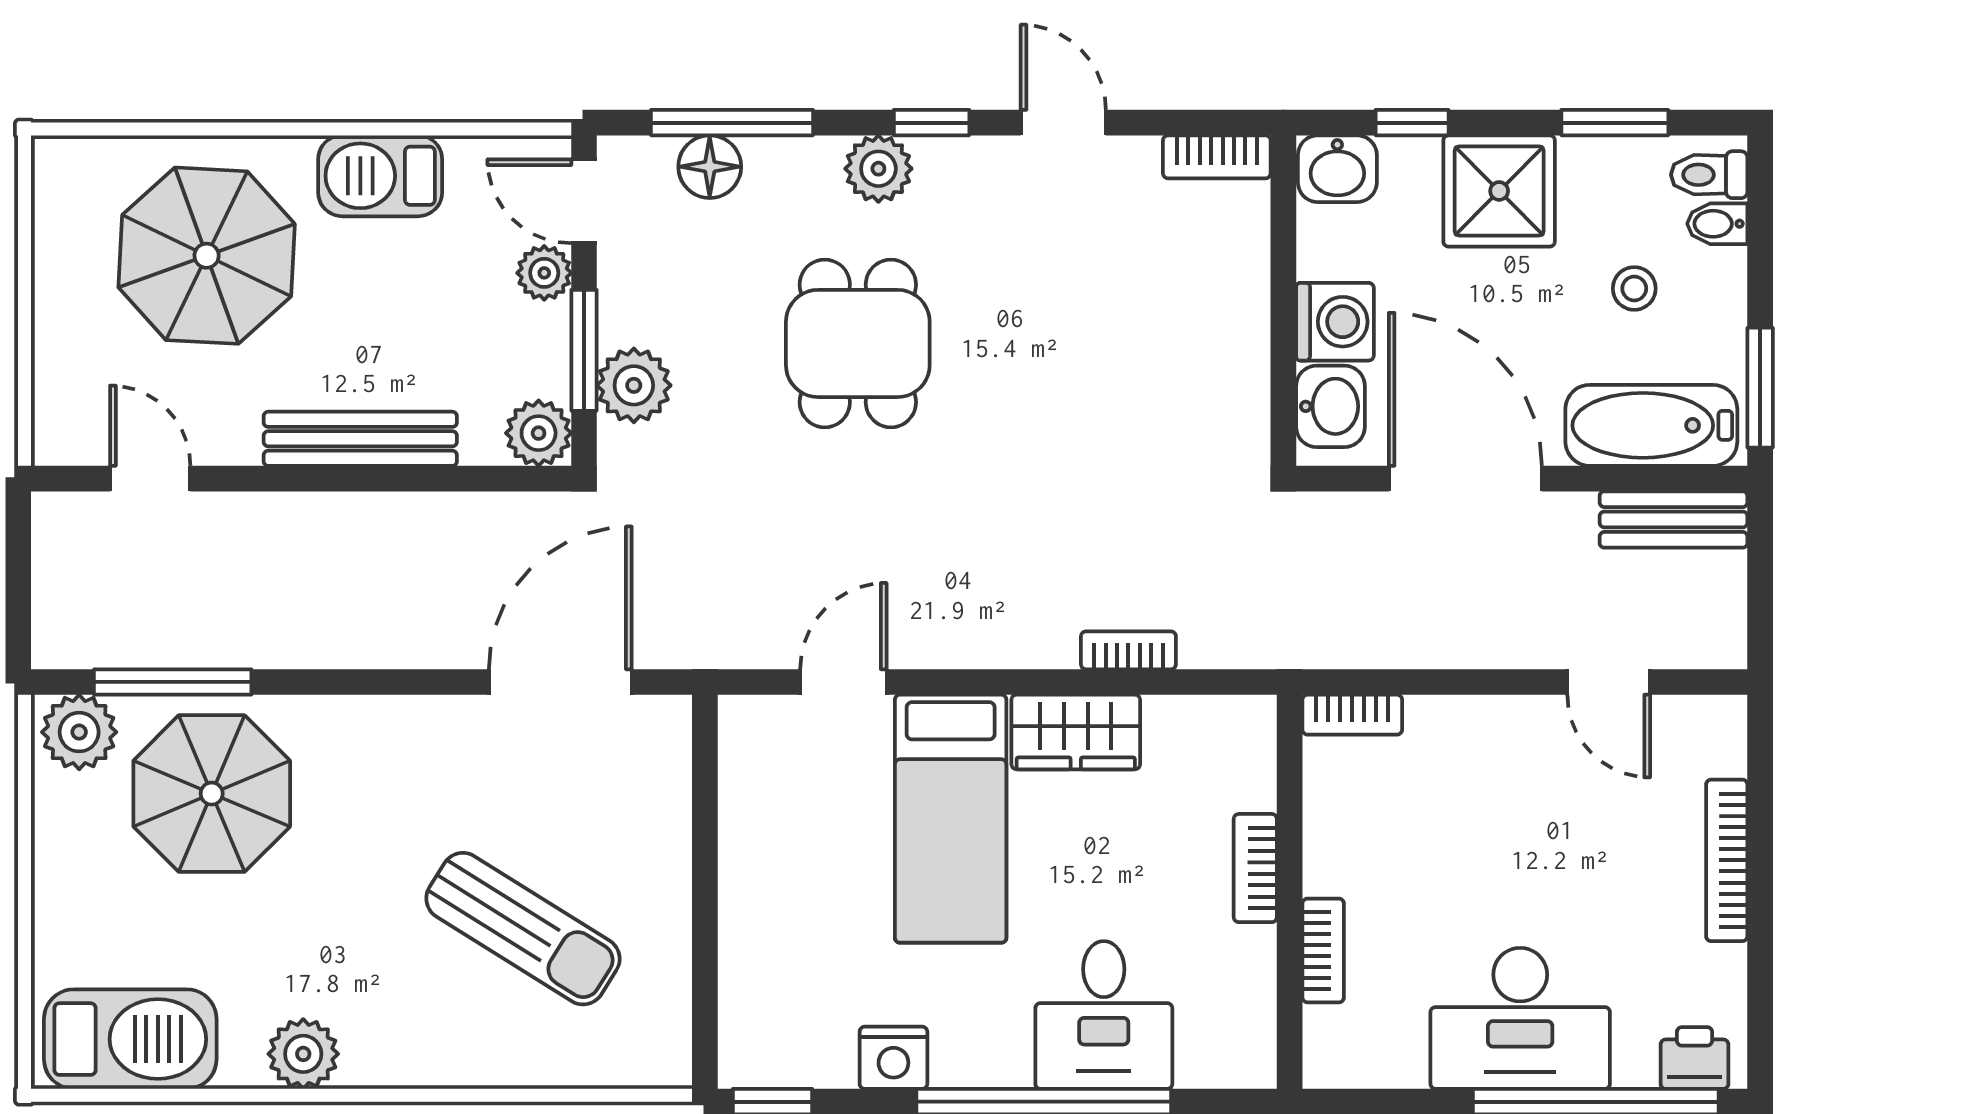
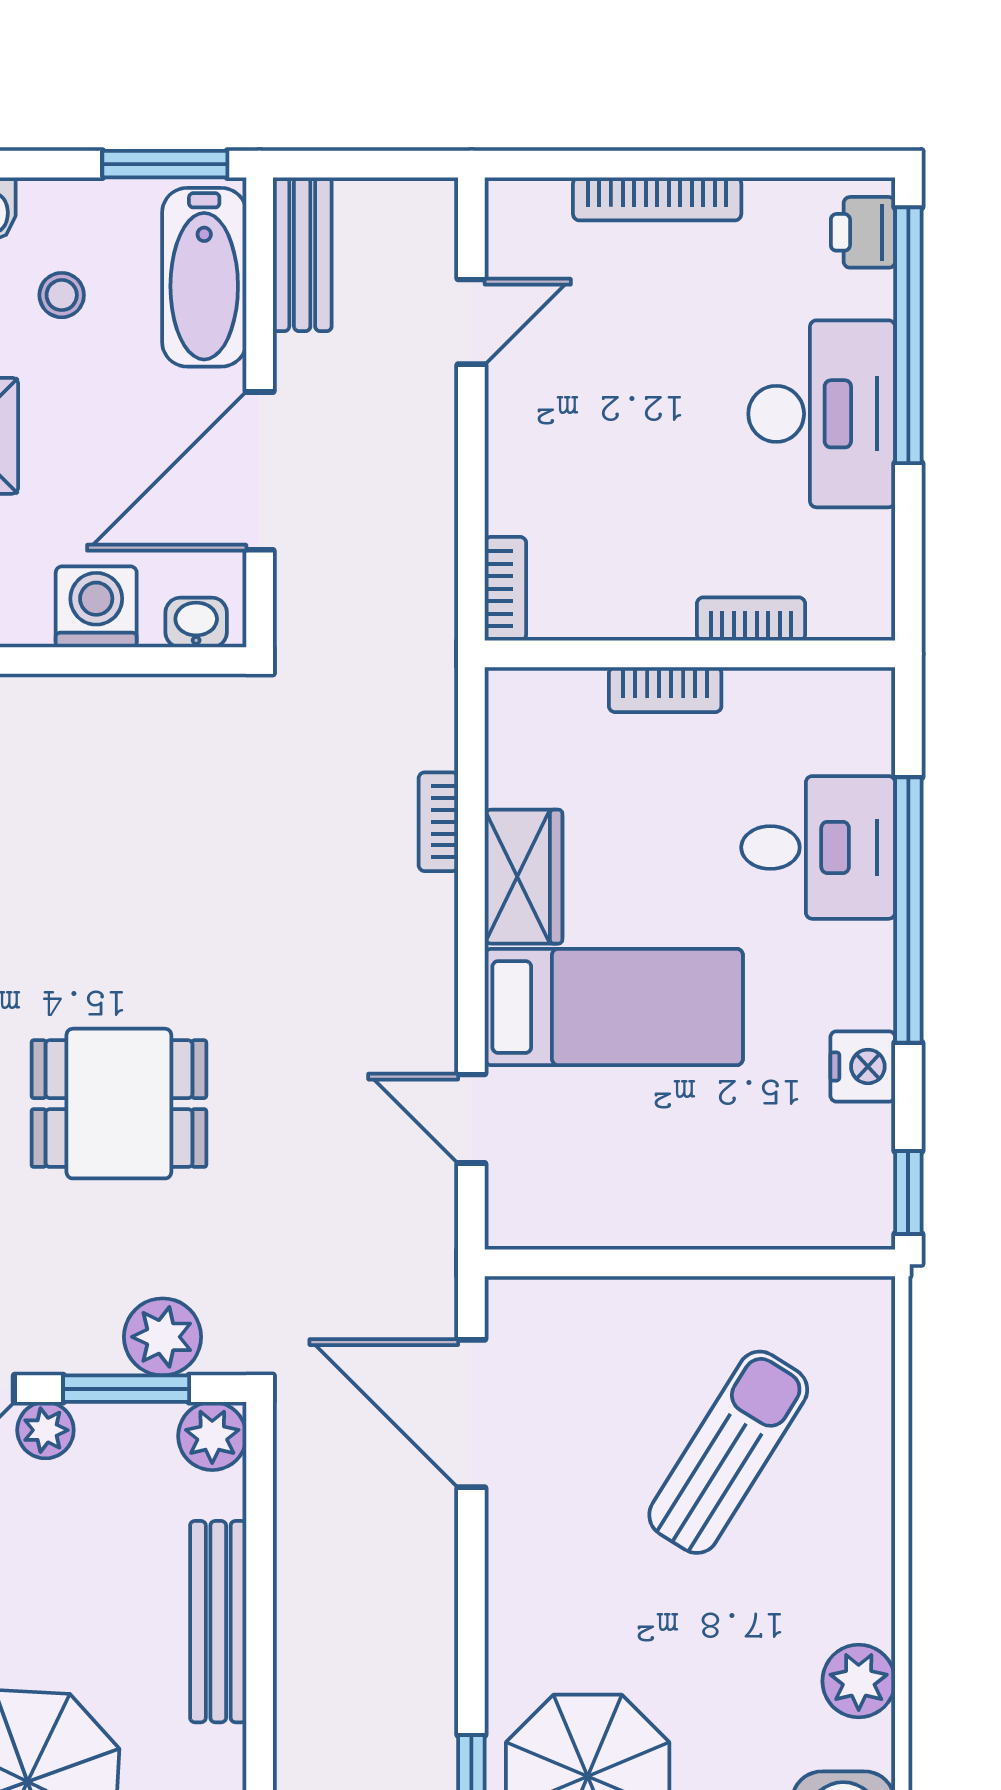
washbasin: (1331, 406) -> (196, 622), width x0.72, depth x0.69

